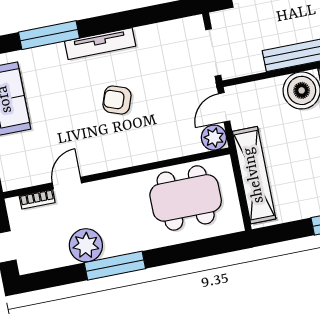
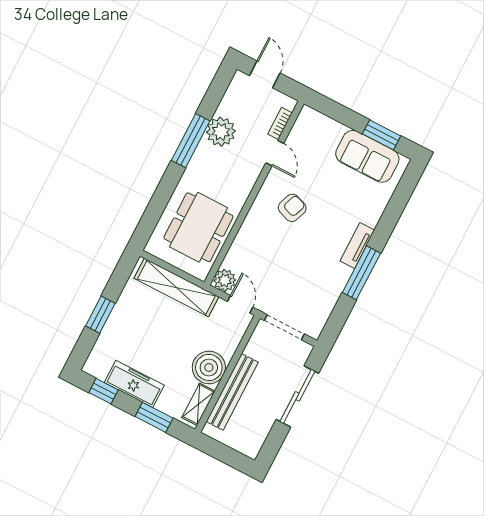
window: (49, 35) -> (361, 273), moved
tv unit: (100, 44) -> (357, 246), width x0.71
armchair: (117, 100) -> (292, 208), moved

